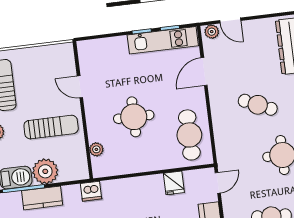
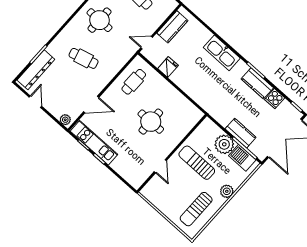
door: (230, 21) -> (35, 102), moved
cafe table: (258, 105) -> (84, 58), turned -39
cafe table: (189, 135) -> (134, 82), width x0.73, depth x0.74
plant: (96, 149) -> (187, 127), removed
dishwasher: (91, 191) -> (213, 109), removed

